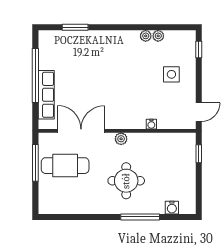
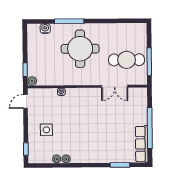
row of seats: (46, 95) -> (142, 144), moved
double door: (81, 131) -> (115, 86), width x0.73
plant: (121, 139) -> (32, 81), moved
round table: (126, 181) -> (80, 49), width x1.36, depth x1.36

